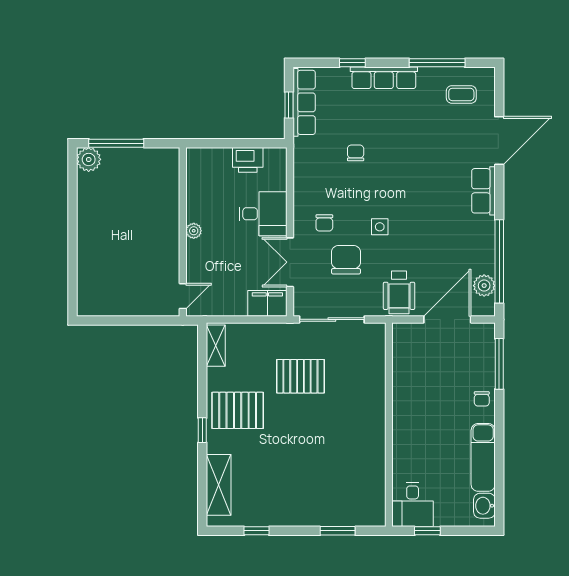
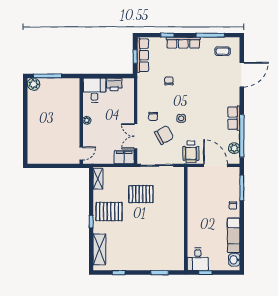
row of seats: (483, 191) -> (234, 118), moved
desk: (263, 214) -> (94, 90), moved, turned -90
chair: (346, 260) -> (164, 135), turned 61
door: (447, 319) -> (215, 165), hinge flipped

